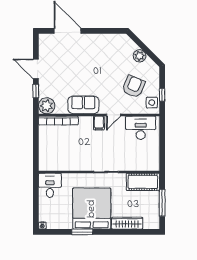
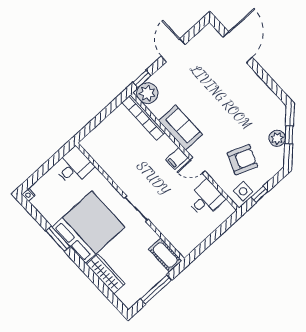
window: (144, 47) -> (289, 135), added
window: (36, 91) -> (142, 79), moved
desk: (141, 128) -> (206, 199), width x0.73
cot: (143, 182) -> (165, 255), width x0.73, depth x0.75

